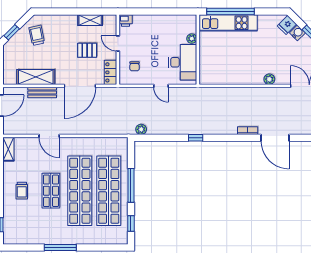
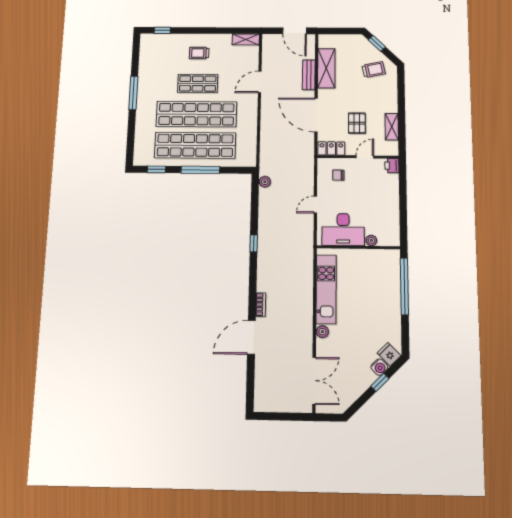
kitchen unit: (228, 23) -> (326, 289), moved, turned 180

